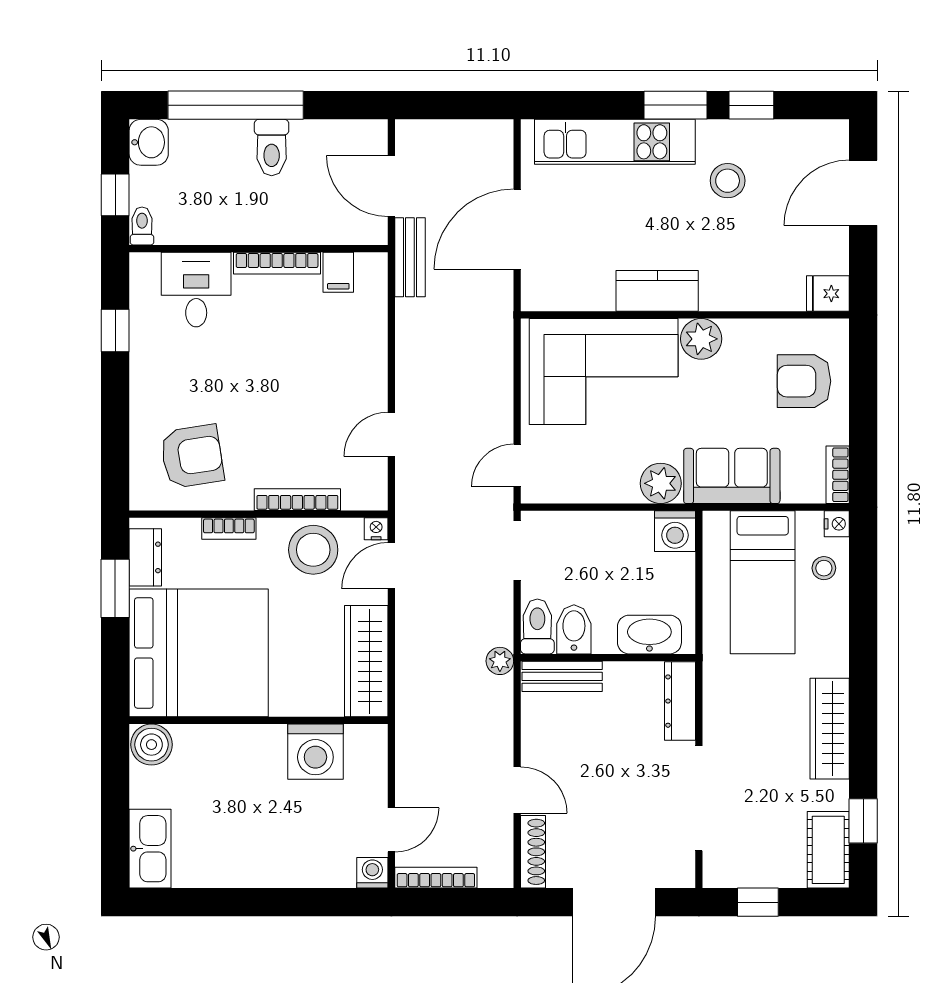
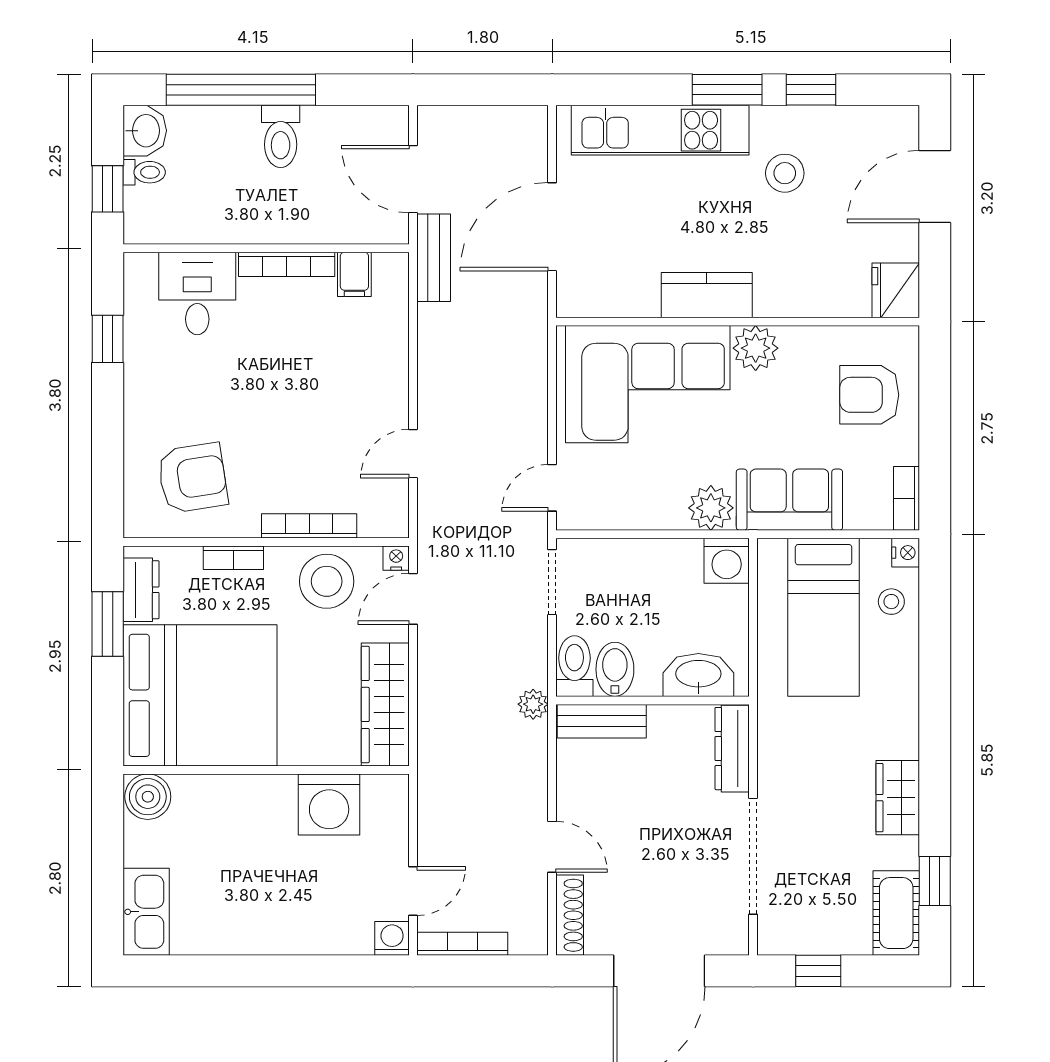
toilet: (142, 226) -> (144, 172), moved, turned 90
fridge: (828, 294) -> (896, 290), width x1.38
wardrobe: (830, 729) -> (898, 798), width x0.67

